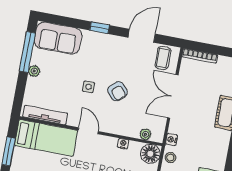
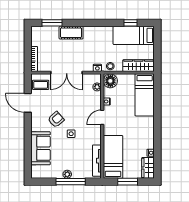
window: (100, 28) -> (28, 134), removed
sofa: (58, 38) -> (41, 148), moved
window: (27, 52) -> (71, 182), moved
armchair: (117, 91) -> (56, 120), moved
door: (88, 131) -> (102, 117), moved

